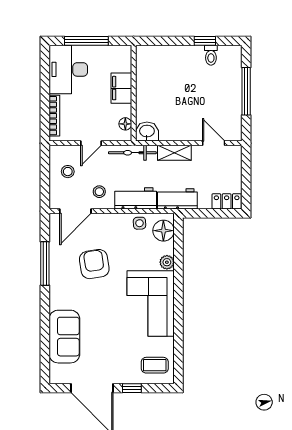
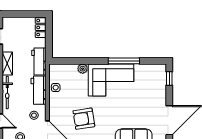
floor lamp: (163, 231) -> (61, 71), removed
window: (178, 322) -> (124, 61), added
coffee table: (155, 365) -> (153, 77), removed
window: (132, 388) -> (169, 78), moved

